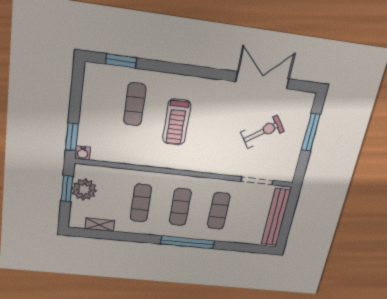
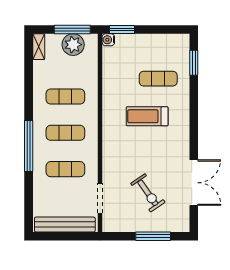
window: (67, 189) -> (72, 29), width x1.44
shelving: (100, 225) -> (39, 47), moved

